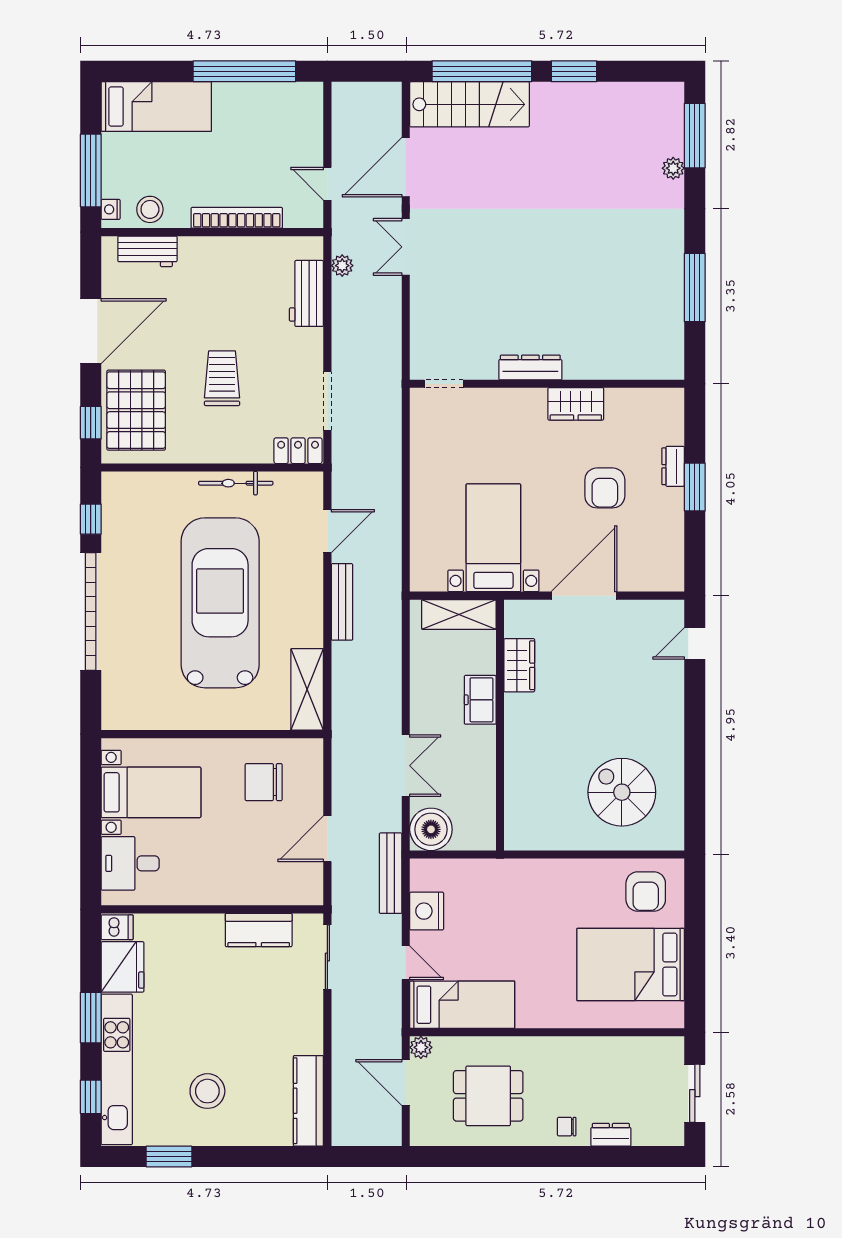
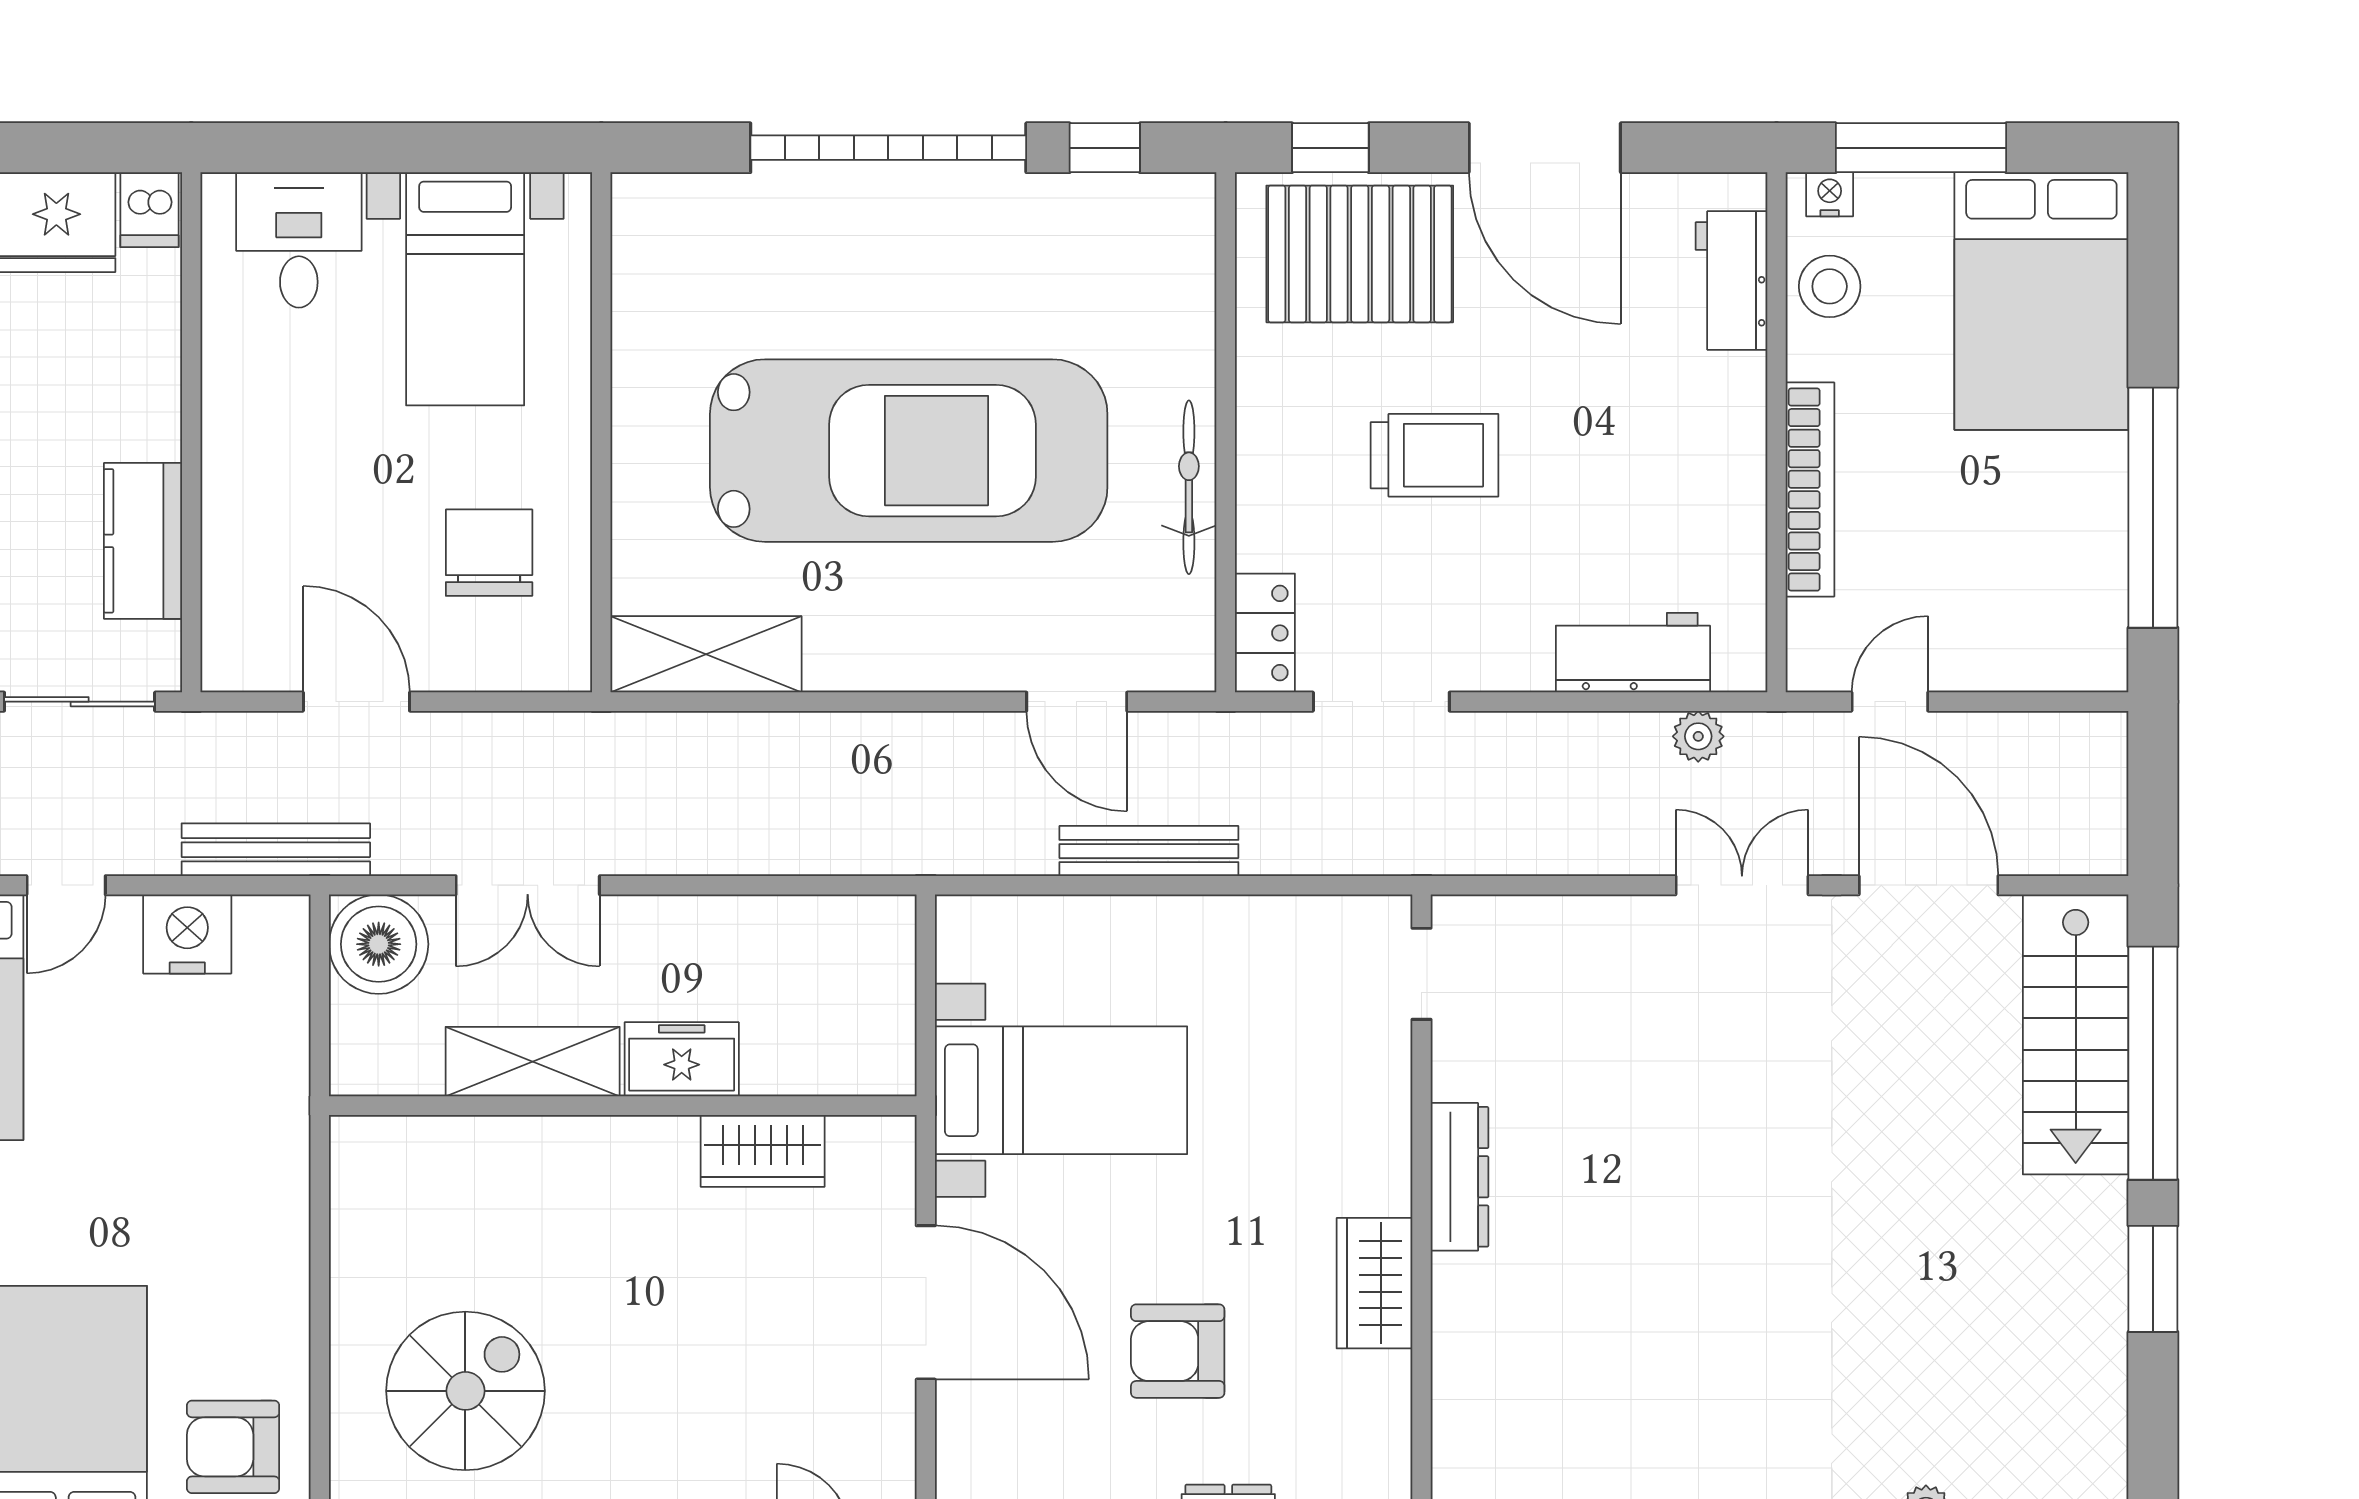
bed: (156, 107) -> (2041, 301), width x1.50
bench: (342, 602) -> (1149, 851), moved
shelving: (459, 614) -> (533, 1062), moved, turned 90

